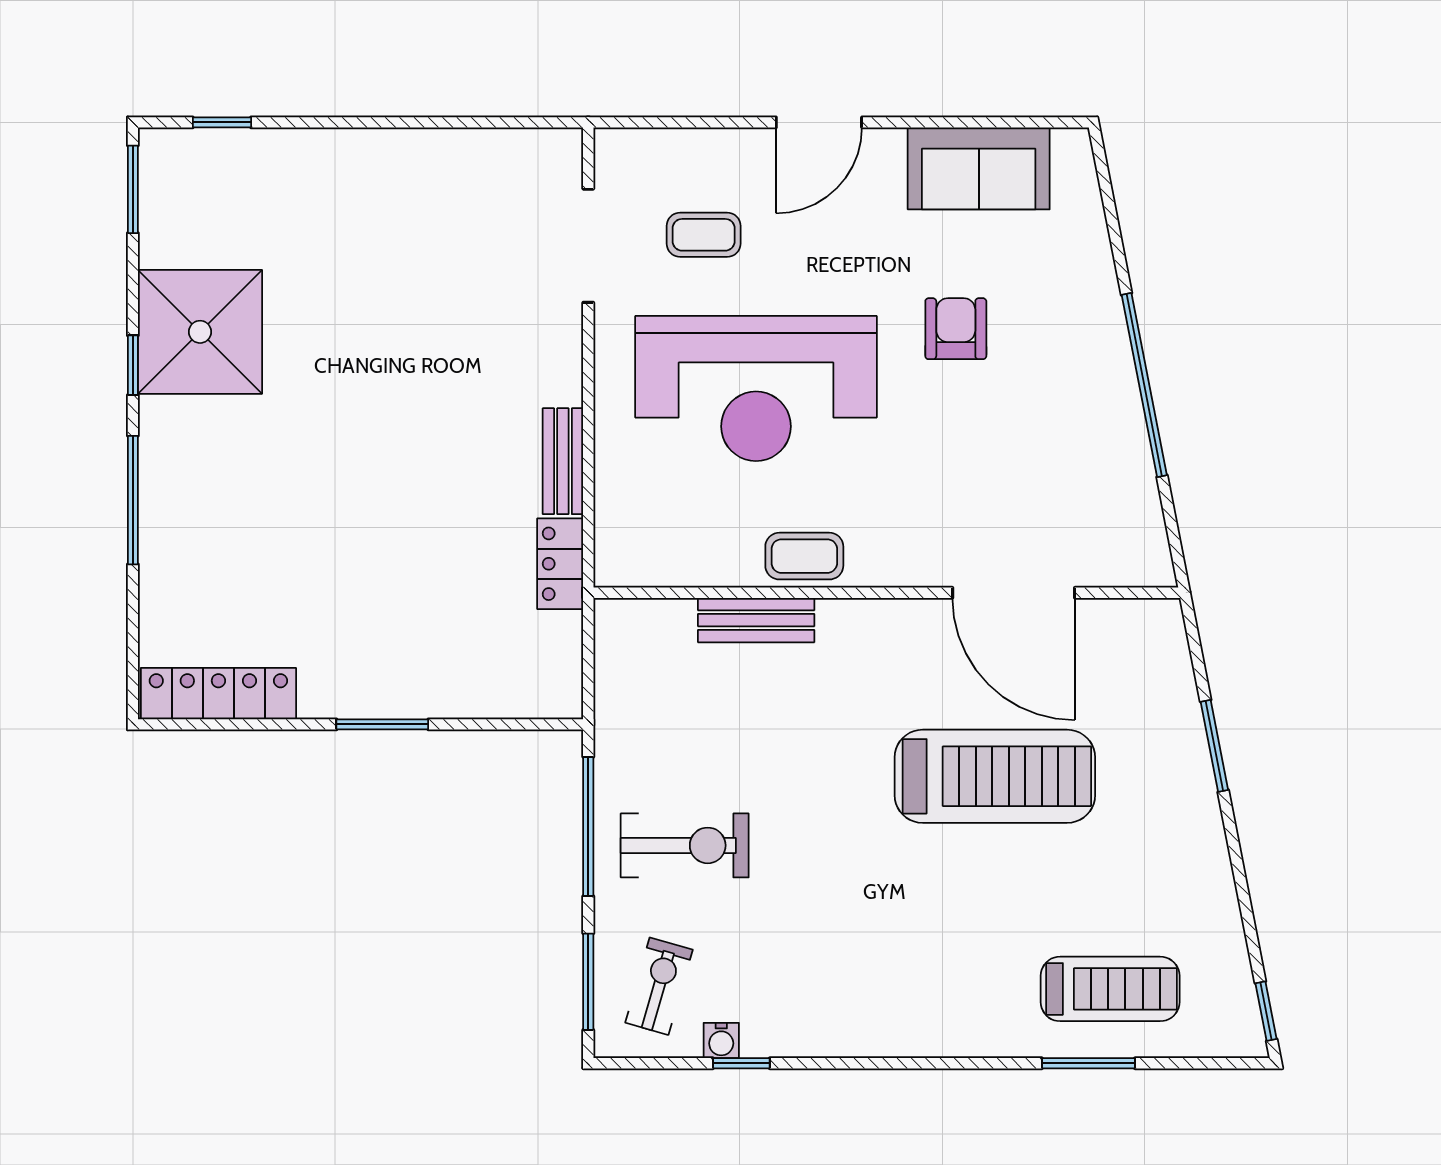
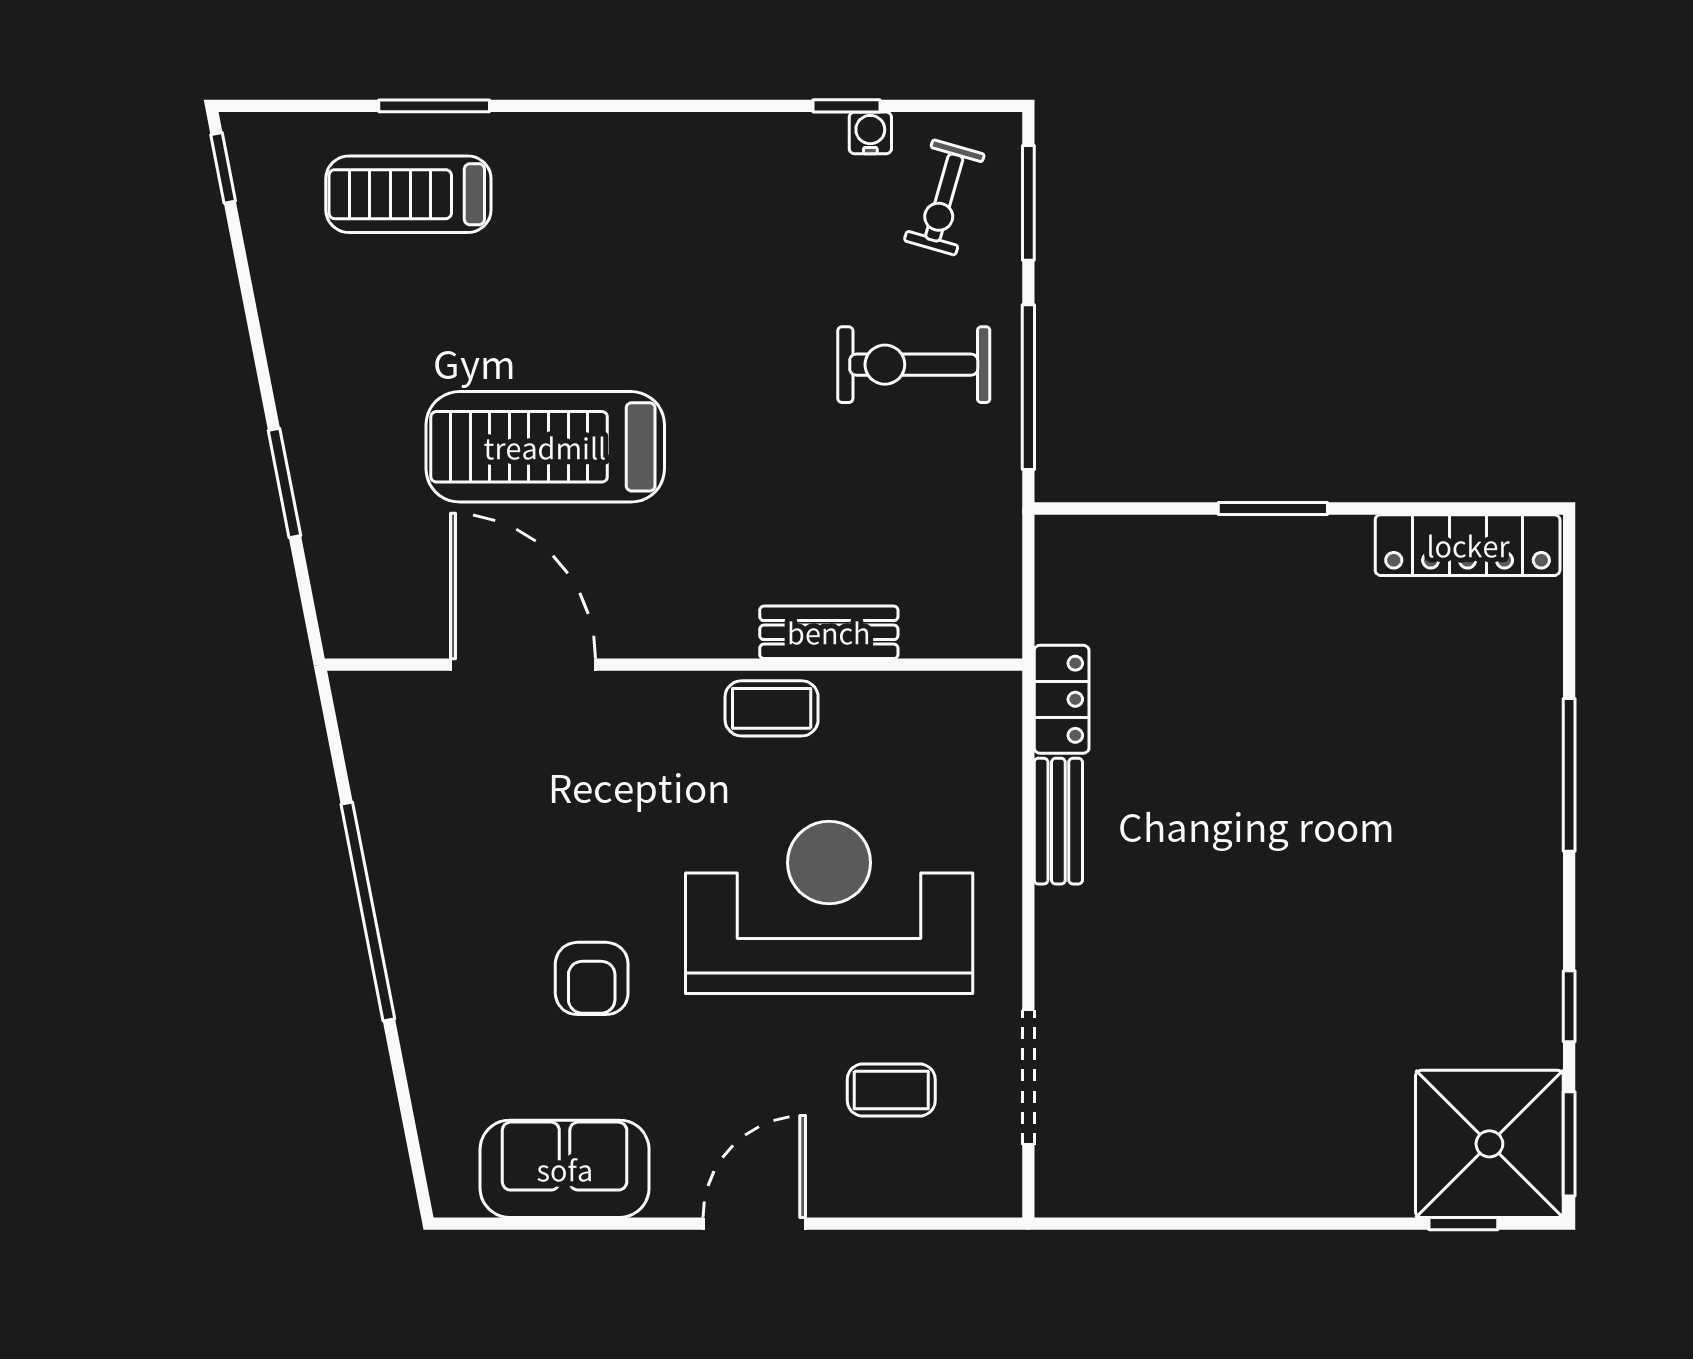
shower: (200, 332) -> (1489, 1144), moved
window: (133, 365) -> (1569, 1006), moved

